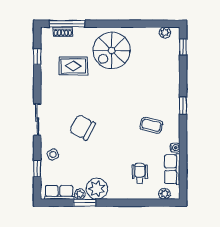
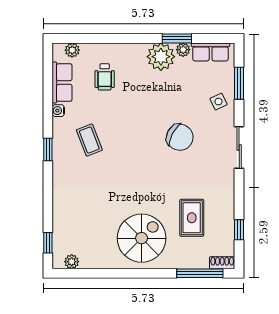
shoe rack: (63, 32) -> (222, 263), moved
rug: (73, 66) -> (192, 218), turned 90
window: (183, 106) -> (48, 150), moved
coffee table: (151, 125) -> (89, 140), turned 56
window: (37, 168) -> (239, 83), width x1.50

